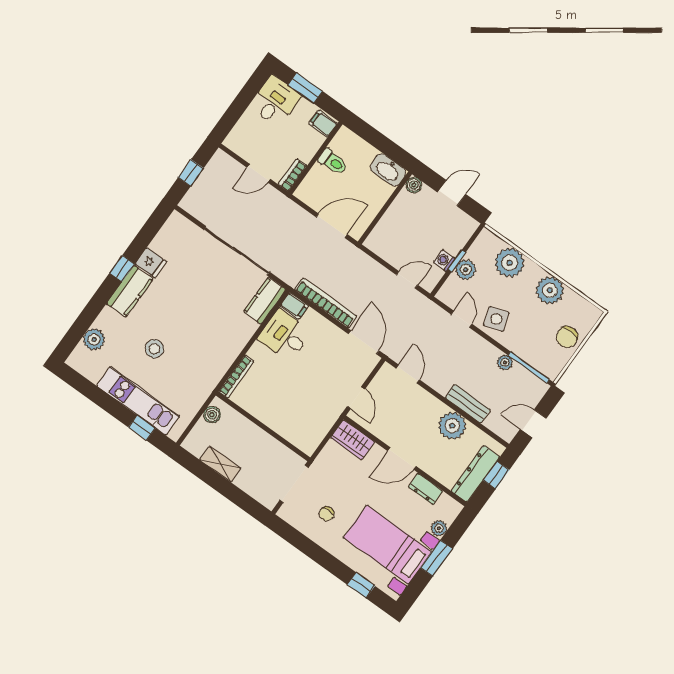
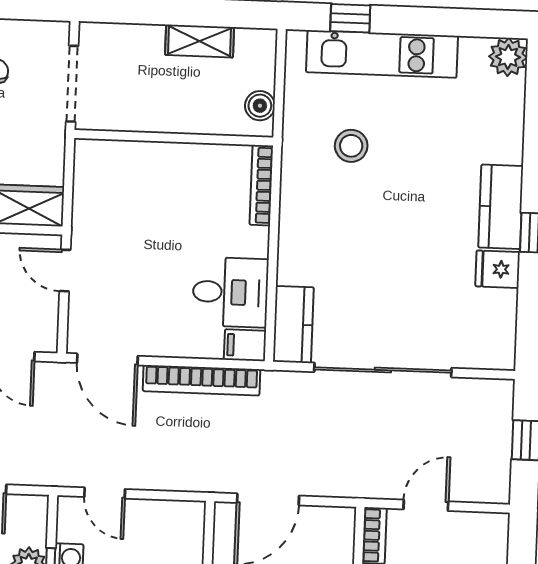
door: (407, 280) -> (105, 493), hinge flipped
plant: (94, 339) -> (508, 57), moved
stool: (154, 349) -> (351, 146), moved

